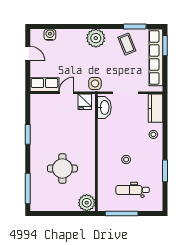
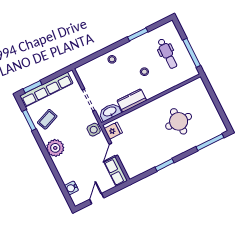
door: (66, 93) -> (113, 150), hinge flipped
kitchen counter: (155, 108) -> (132, 101), moved, turned 180
plant: (87, 203) -> (197, 87), removed

